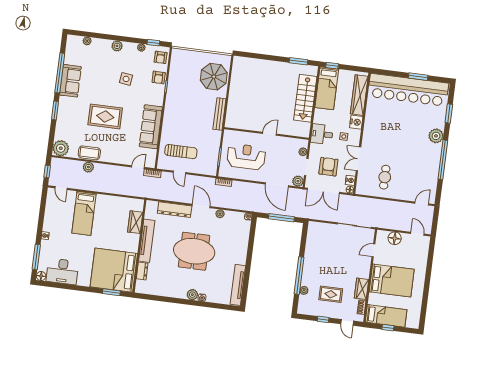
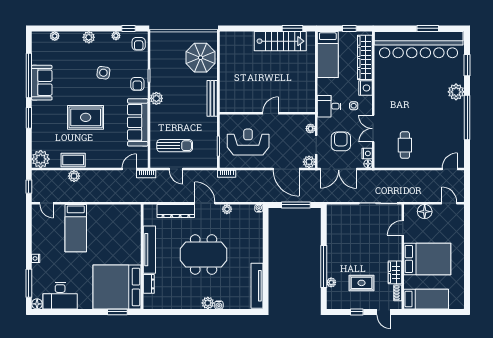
window: (332, 66) -> (349, 28), moved
armchair: (159, 77) -> (137, 84), moved
stairs: (305, 98) -> (280, 41), moved, turned -90
plant: (170, 108) -> (156, 98), added
wardrobe: (135, 222) -> (134, 231), removed
window: (388, 328) -> (430, 312), removed

